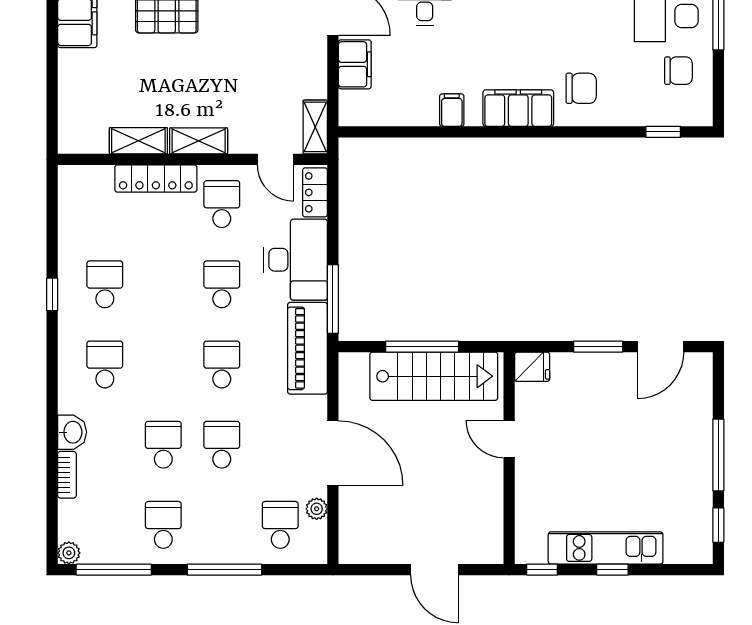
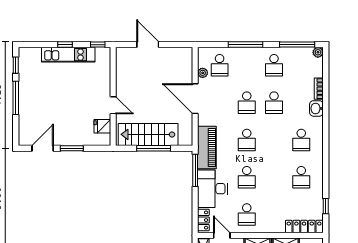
locker: (156, 179) -> (304, 226), moved
window: (52, 294) -> (326, 206), moved
fridge: (532, 367) -> (102, 126), moved

